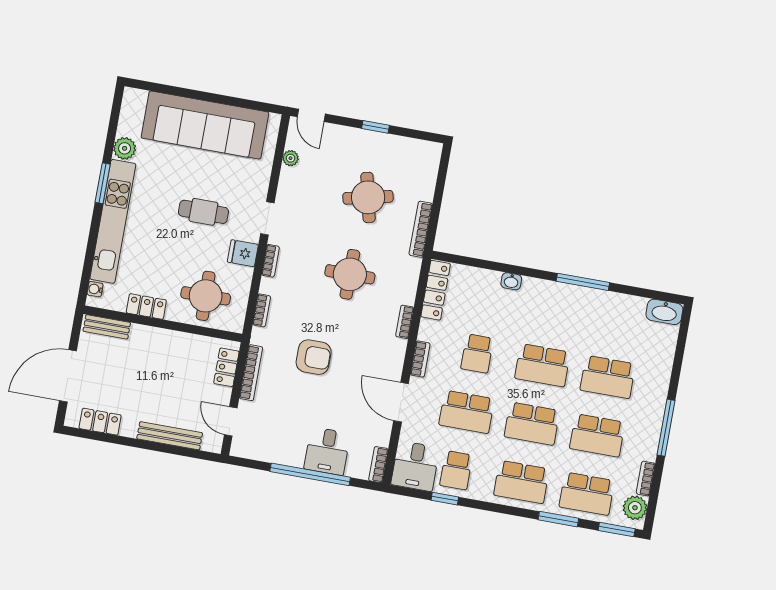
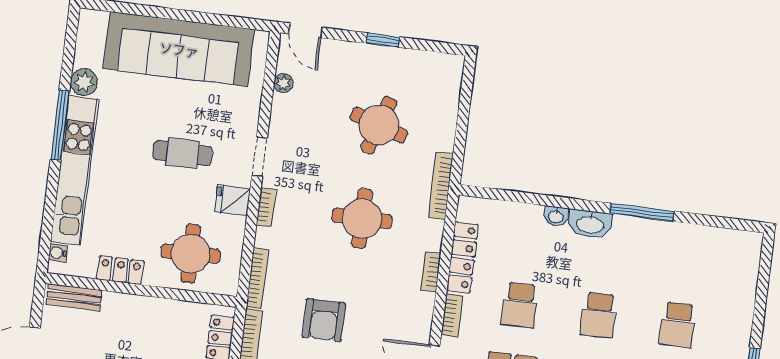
window: (103, 183) -> (60, 125), width x1.44
round table: (368, 197) -> (379, 125), turned 31
bookcase: (421, 229) -> (441, 186), moved
locker: (436, 290) -> (463, 257), moved
bookcase: (262, 310) -> (257, 278), width x1.56
washbasin: (664, 312) -> (590, 224), moved
armchair: (314, 357) -> (324, 320), turned 90
school desk: (542, 365) -> (599, 315), width x0.54
school desk: (608, 377) -> (678, 325), width x0.54

